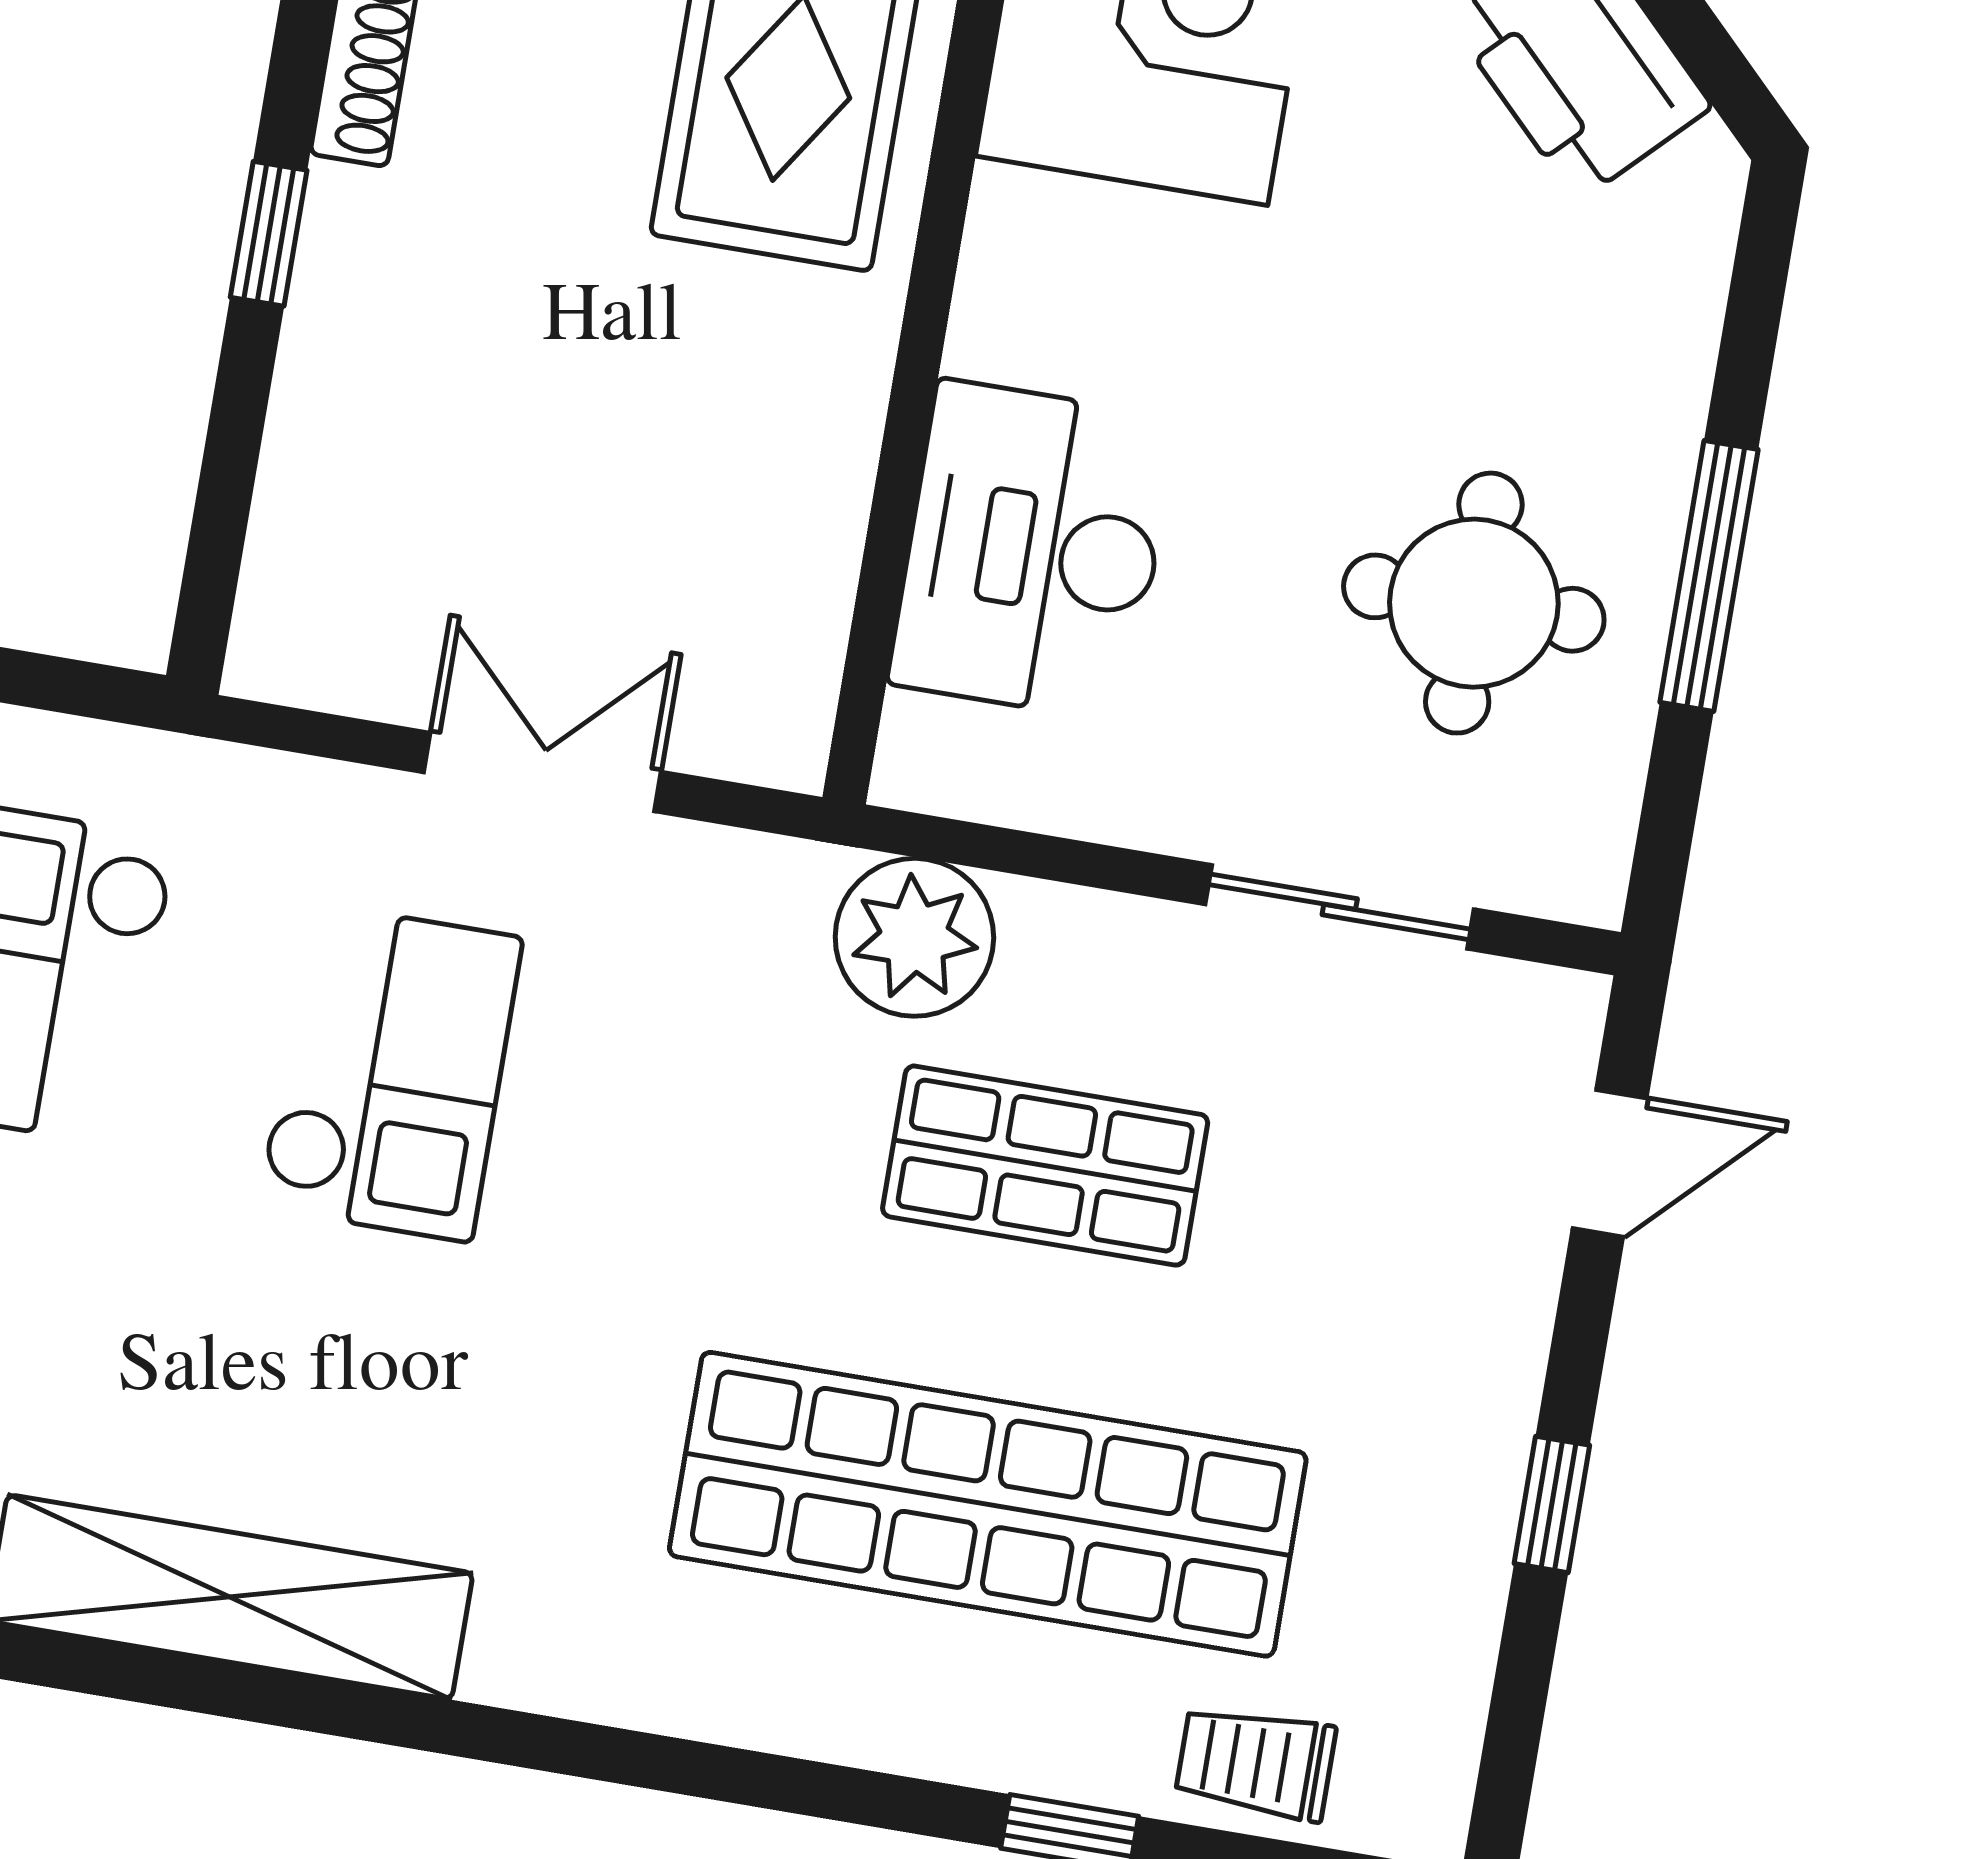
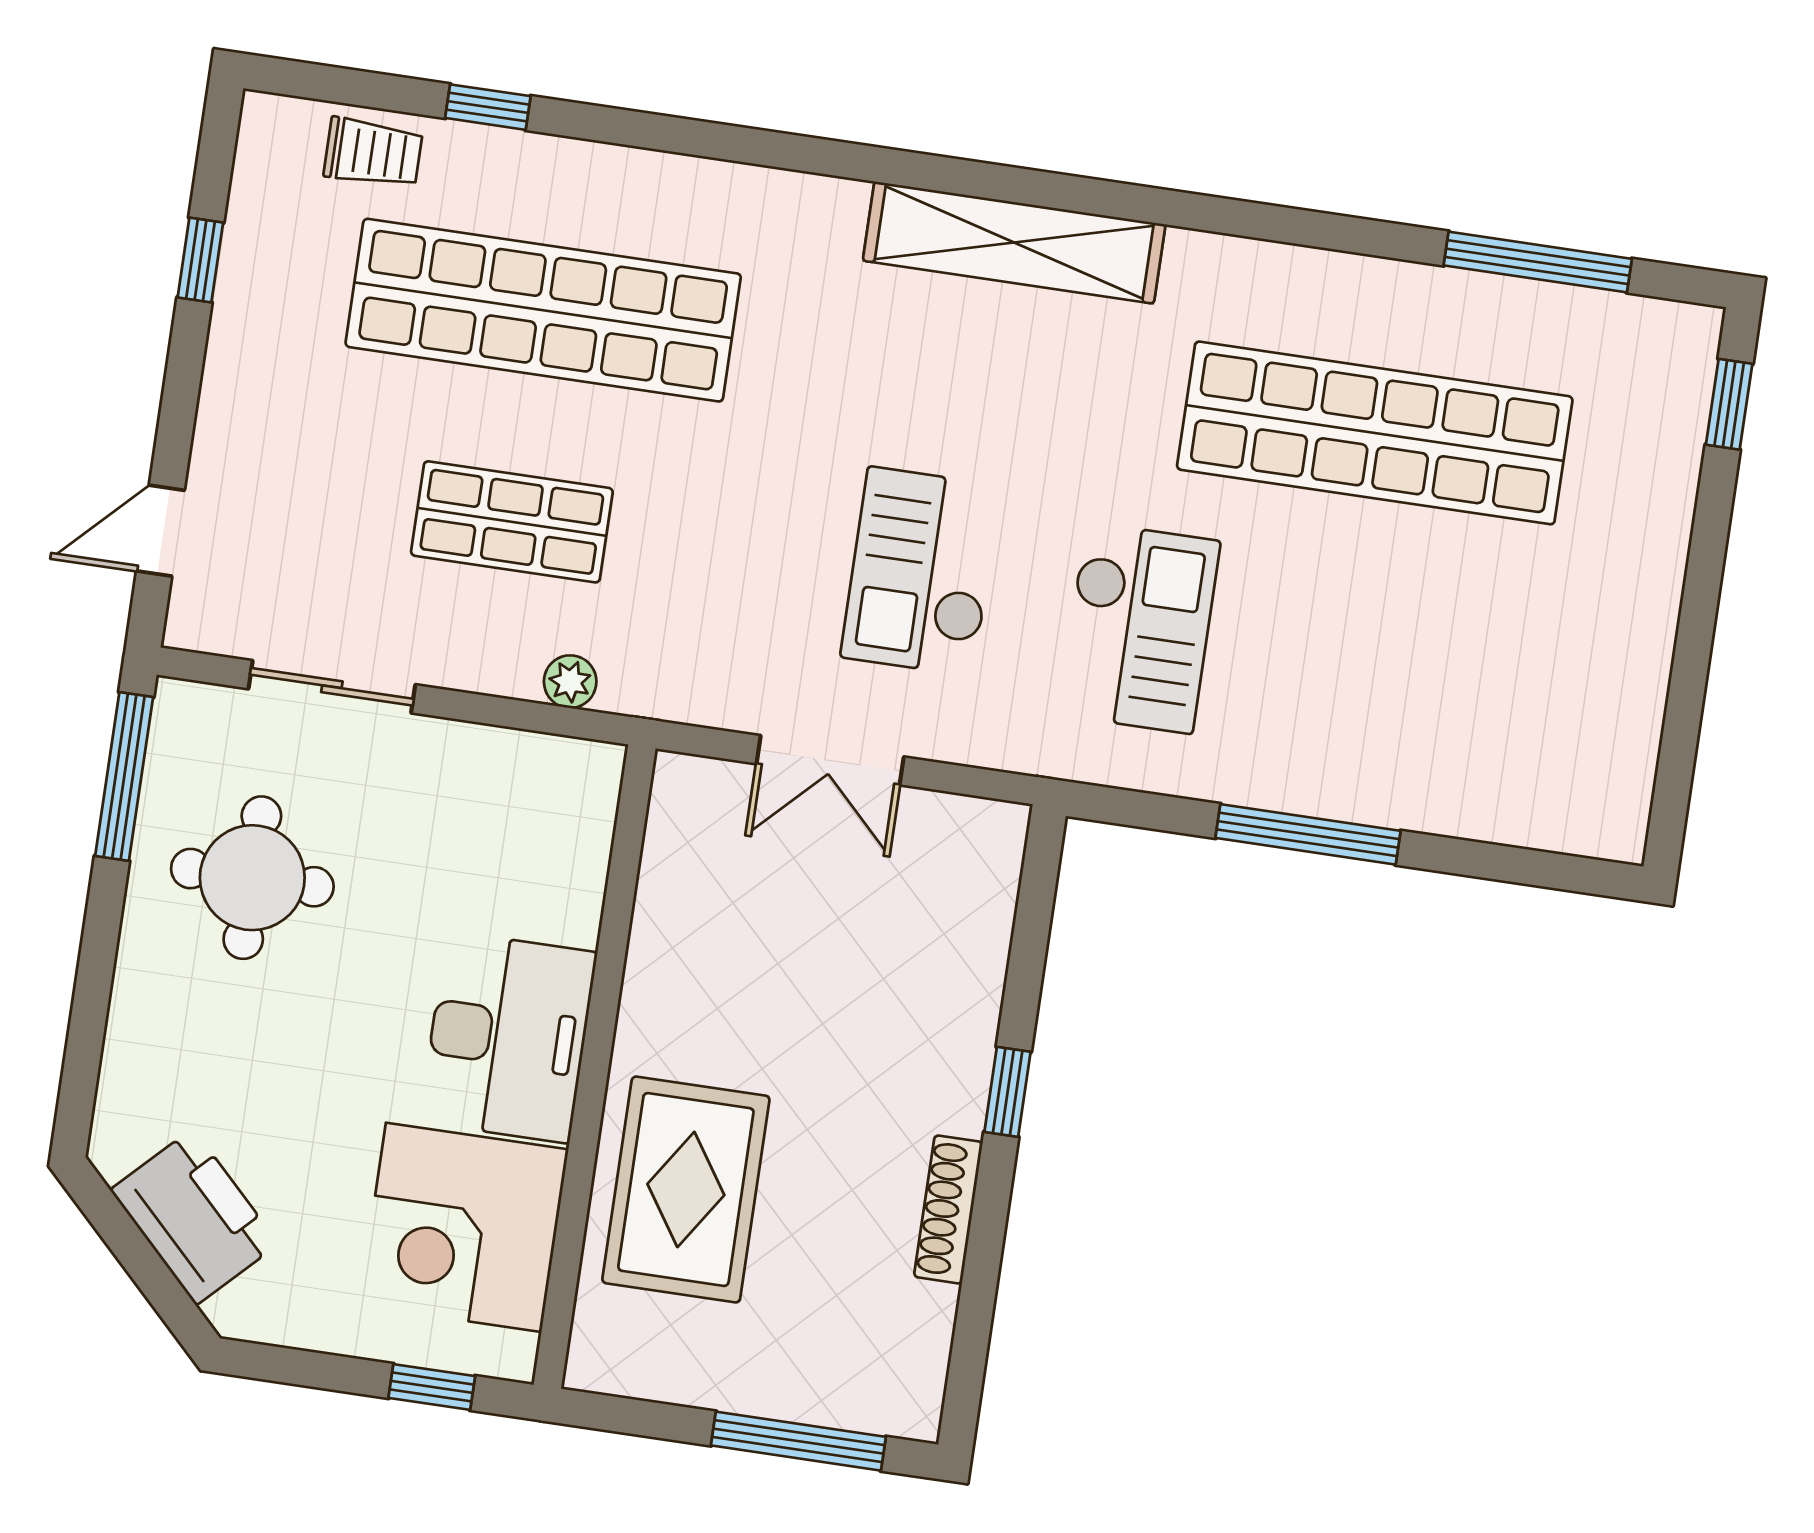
desk: (1033, 551) -> (508, 1037), moved
window: (1709, 576) -> (124, 776), moved
plant: (914, 937) -> (570, 682), width x0.53, depth x0.53
window: (1552, 1504) -> (200, 260), moved

